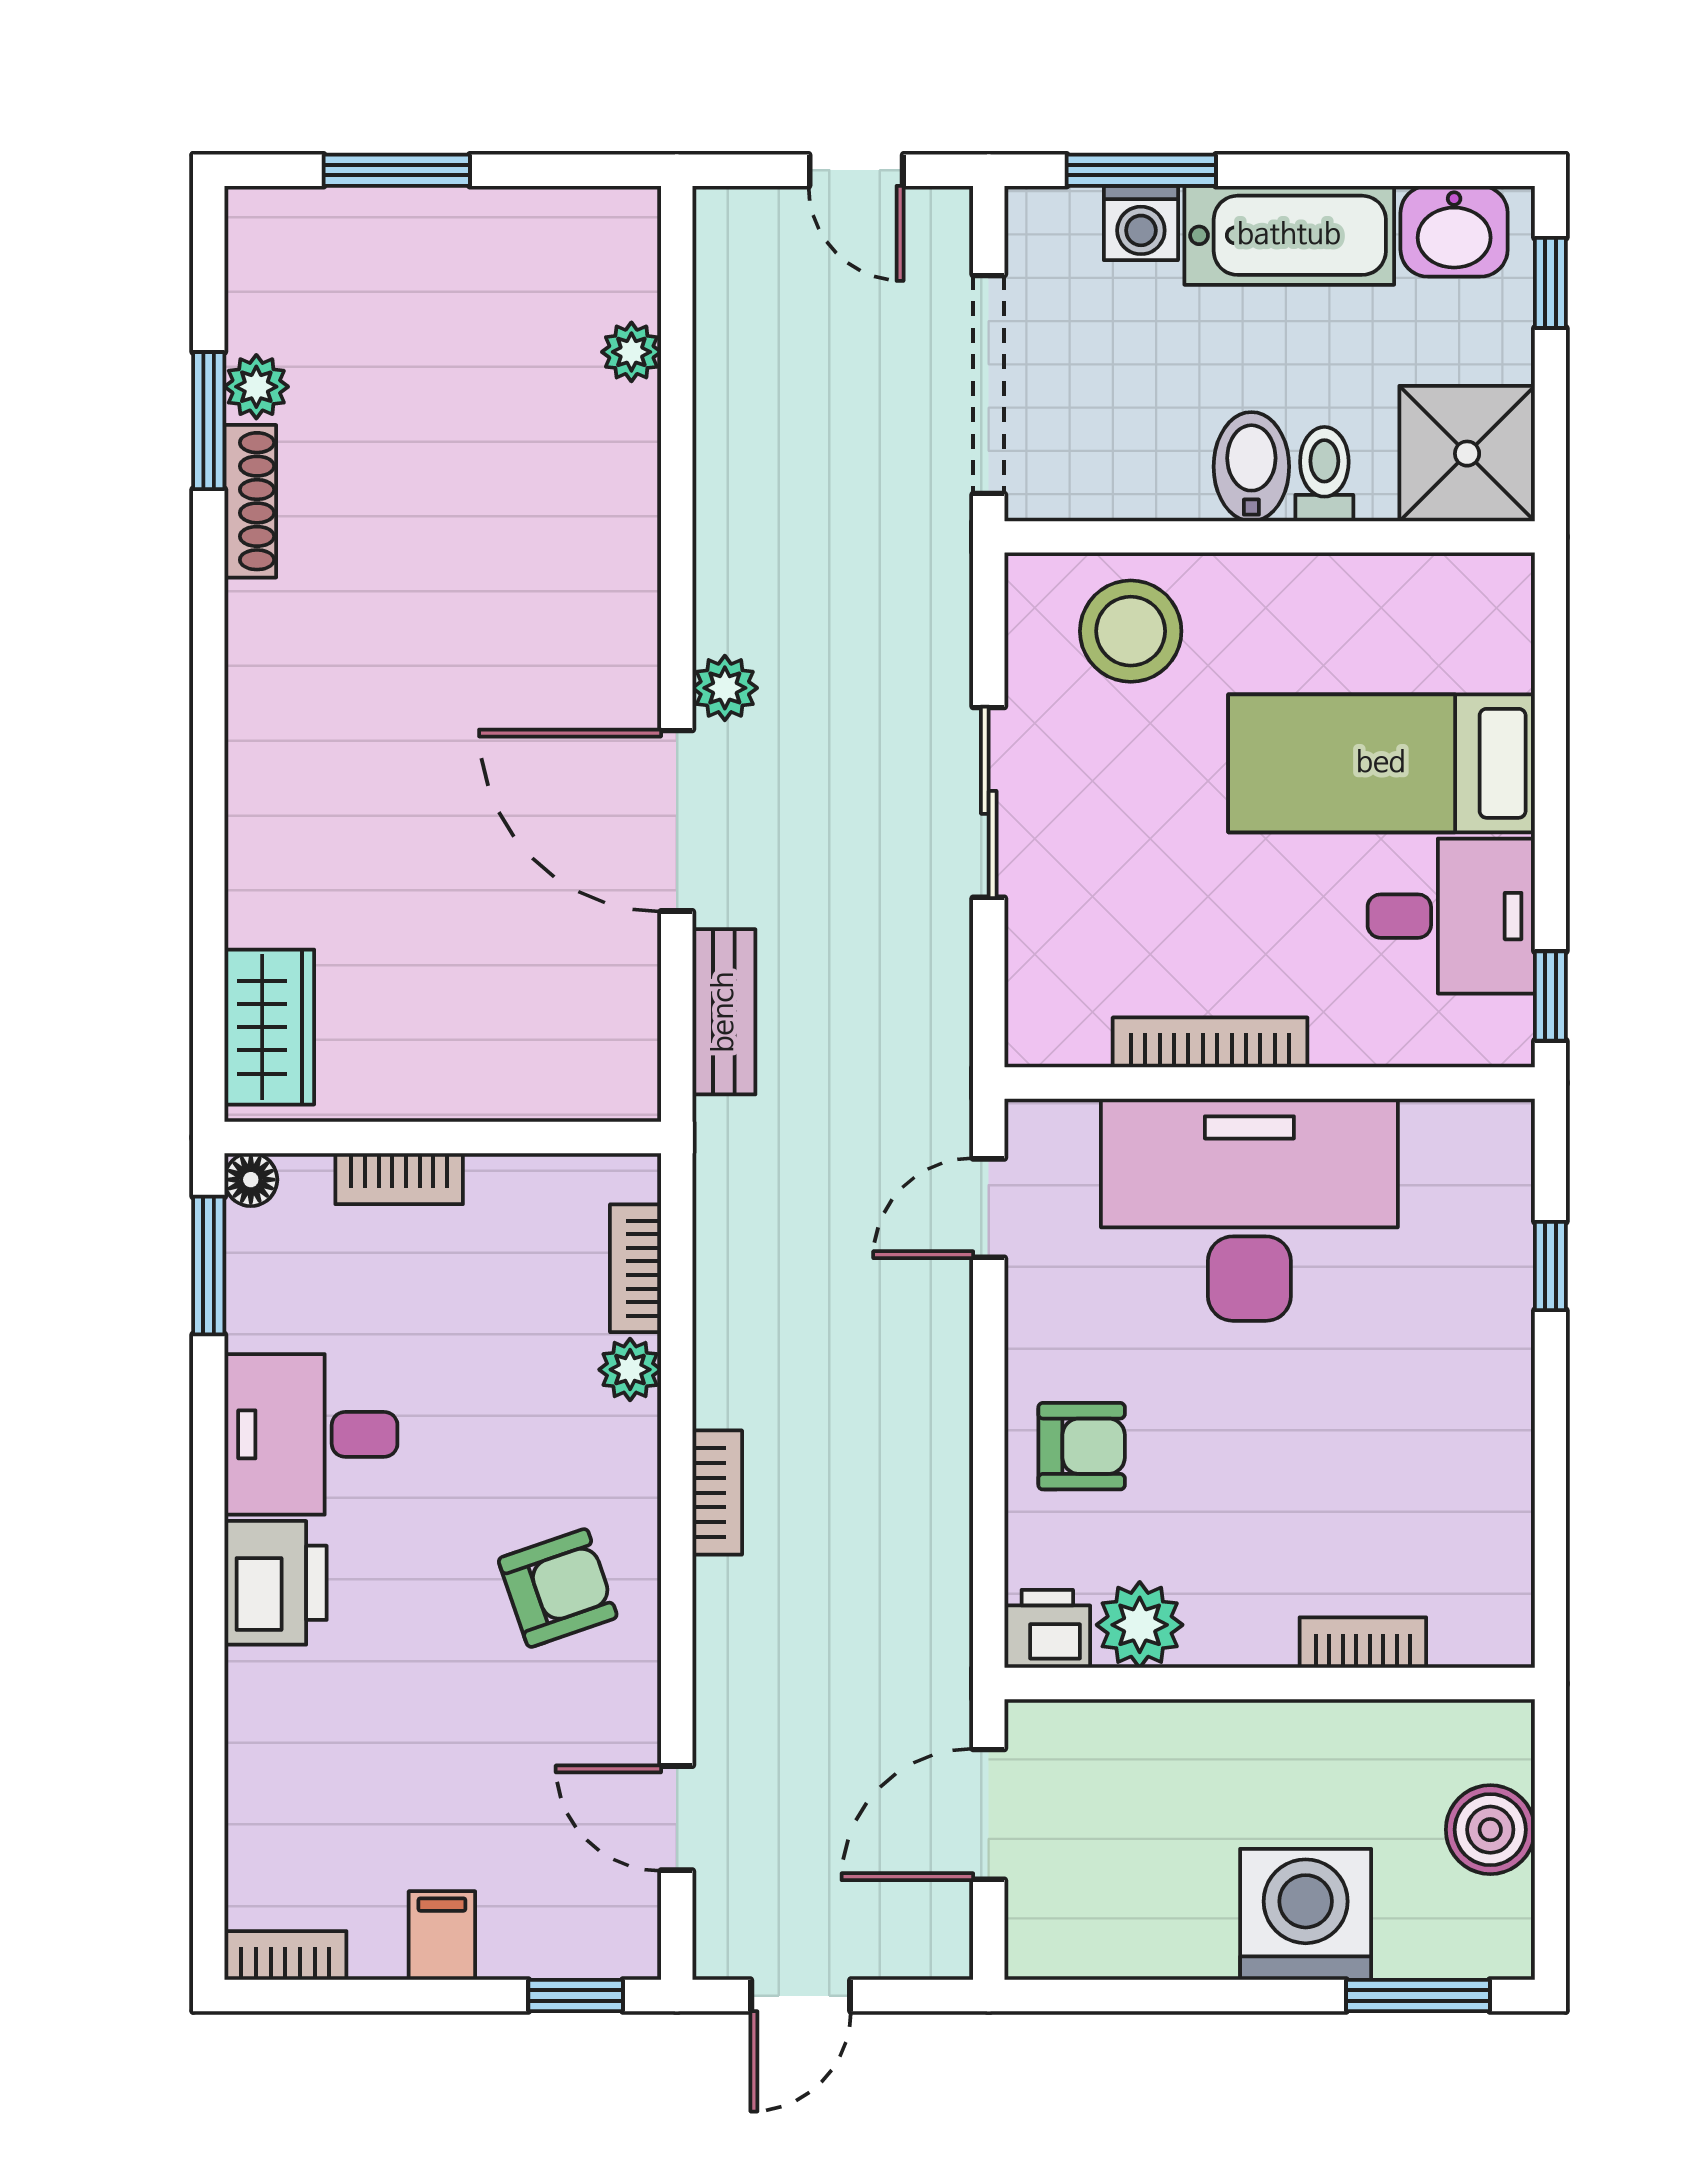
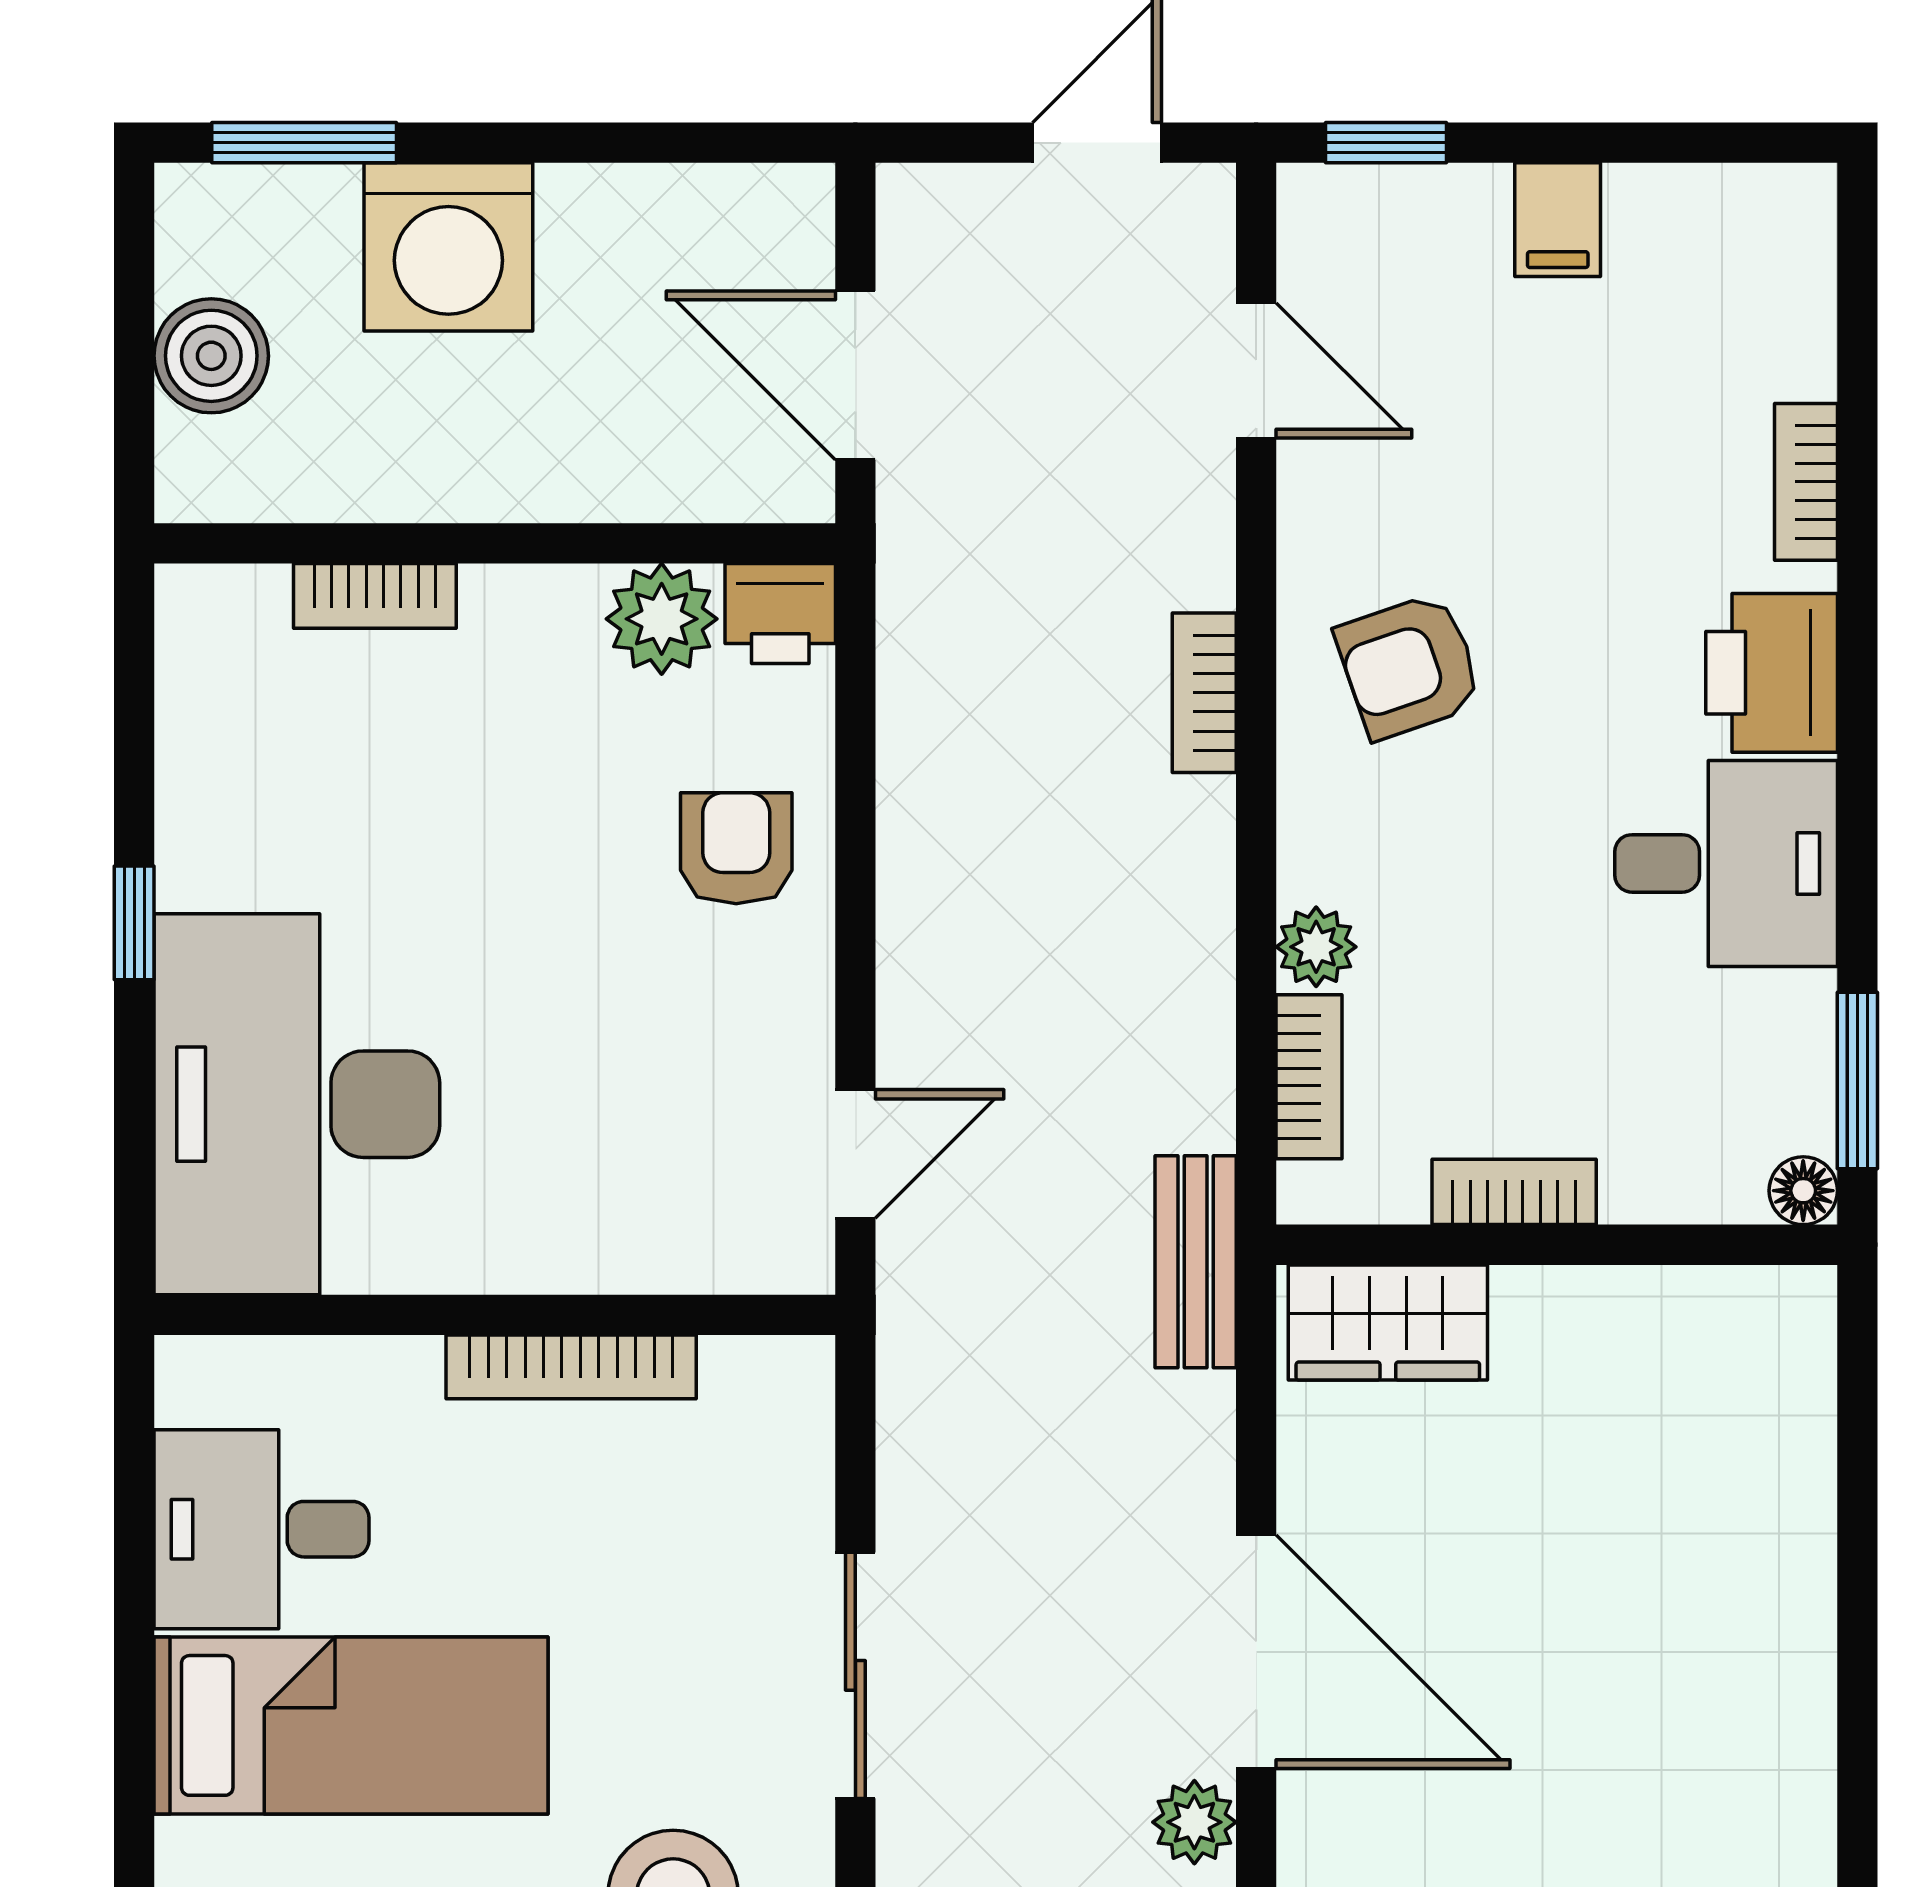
window: (1550, 996) -> (134, 1426), removed
bench: (724, 1012) -> (1196, 1262), moved
wardrobe: (269, 1027) -> (1388, 1322), moved, turned -90
bookcase: (399, 1179) -> (1514, 1192), moved
desk: (1249, 1210) -> (297, 1104), moved, turned 90
window: (1550, 1266) -> (134, 923), moved
armchair: (1082, 1446) -> (736, 848), turned 90
bookcase: (717, 1493) -> (1204, 693), moved
door: (989, 1814) -> (855, 375), swing flipped
bookcase: (285, 1956) -> (1806, 482), moved, turned 90

